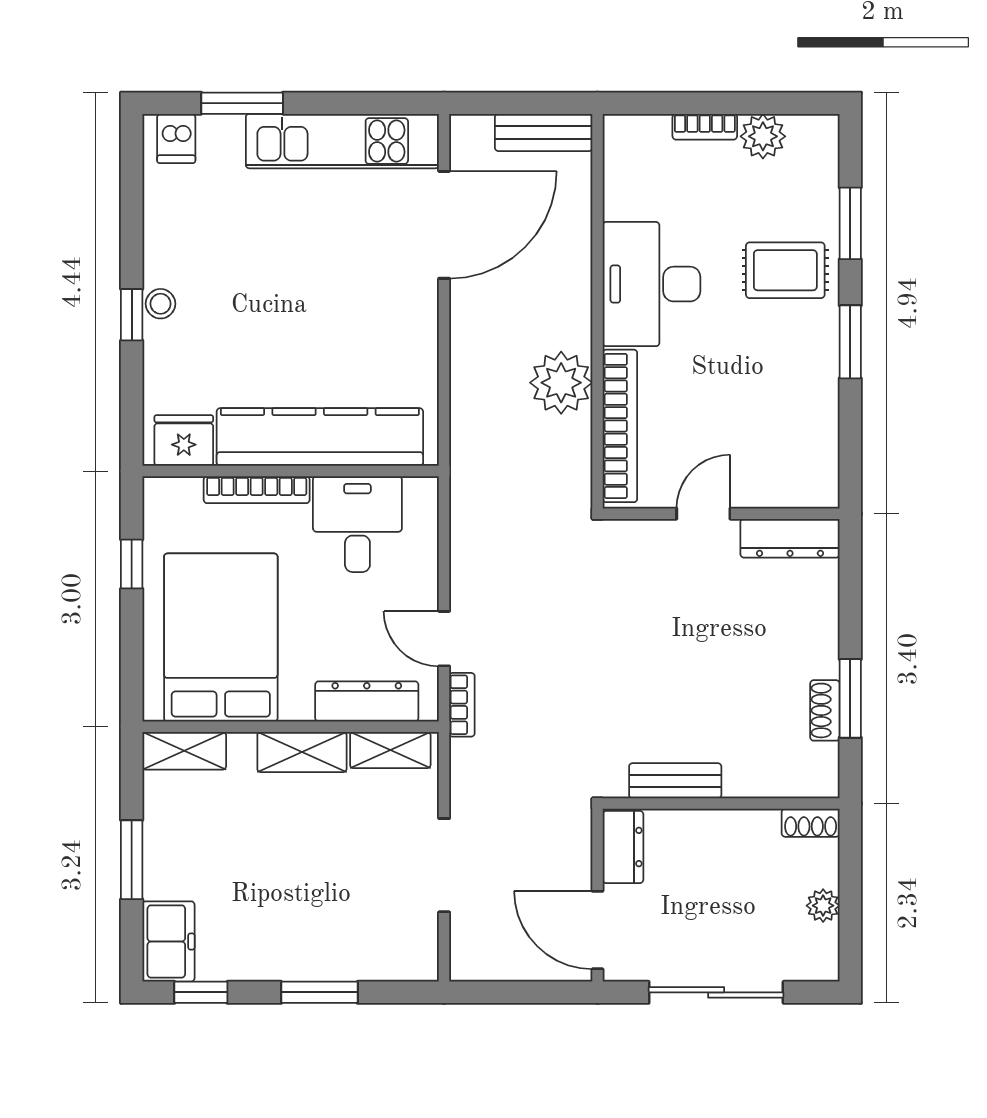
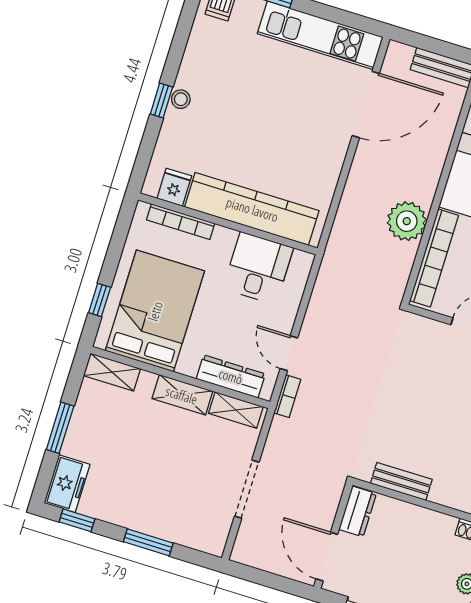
fridge: (184, 441) -> (174, 187), width x0.72
bookcase: (257, 490) -> (181, 222), moved
window: (132, 564) -> (100, 300), moved

